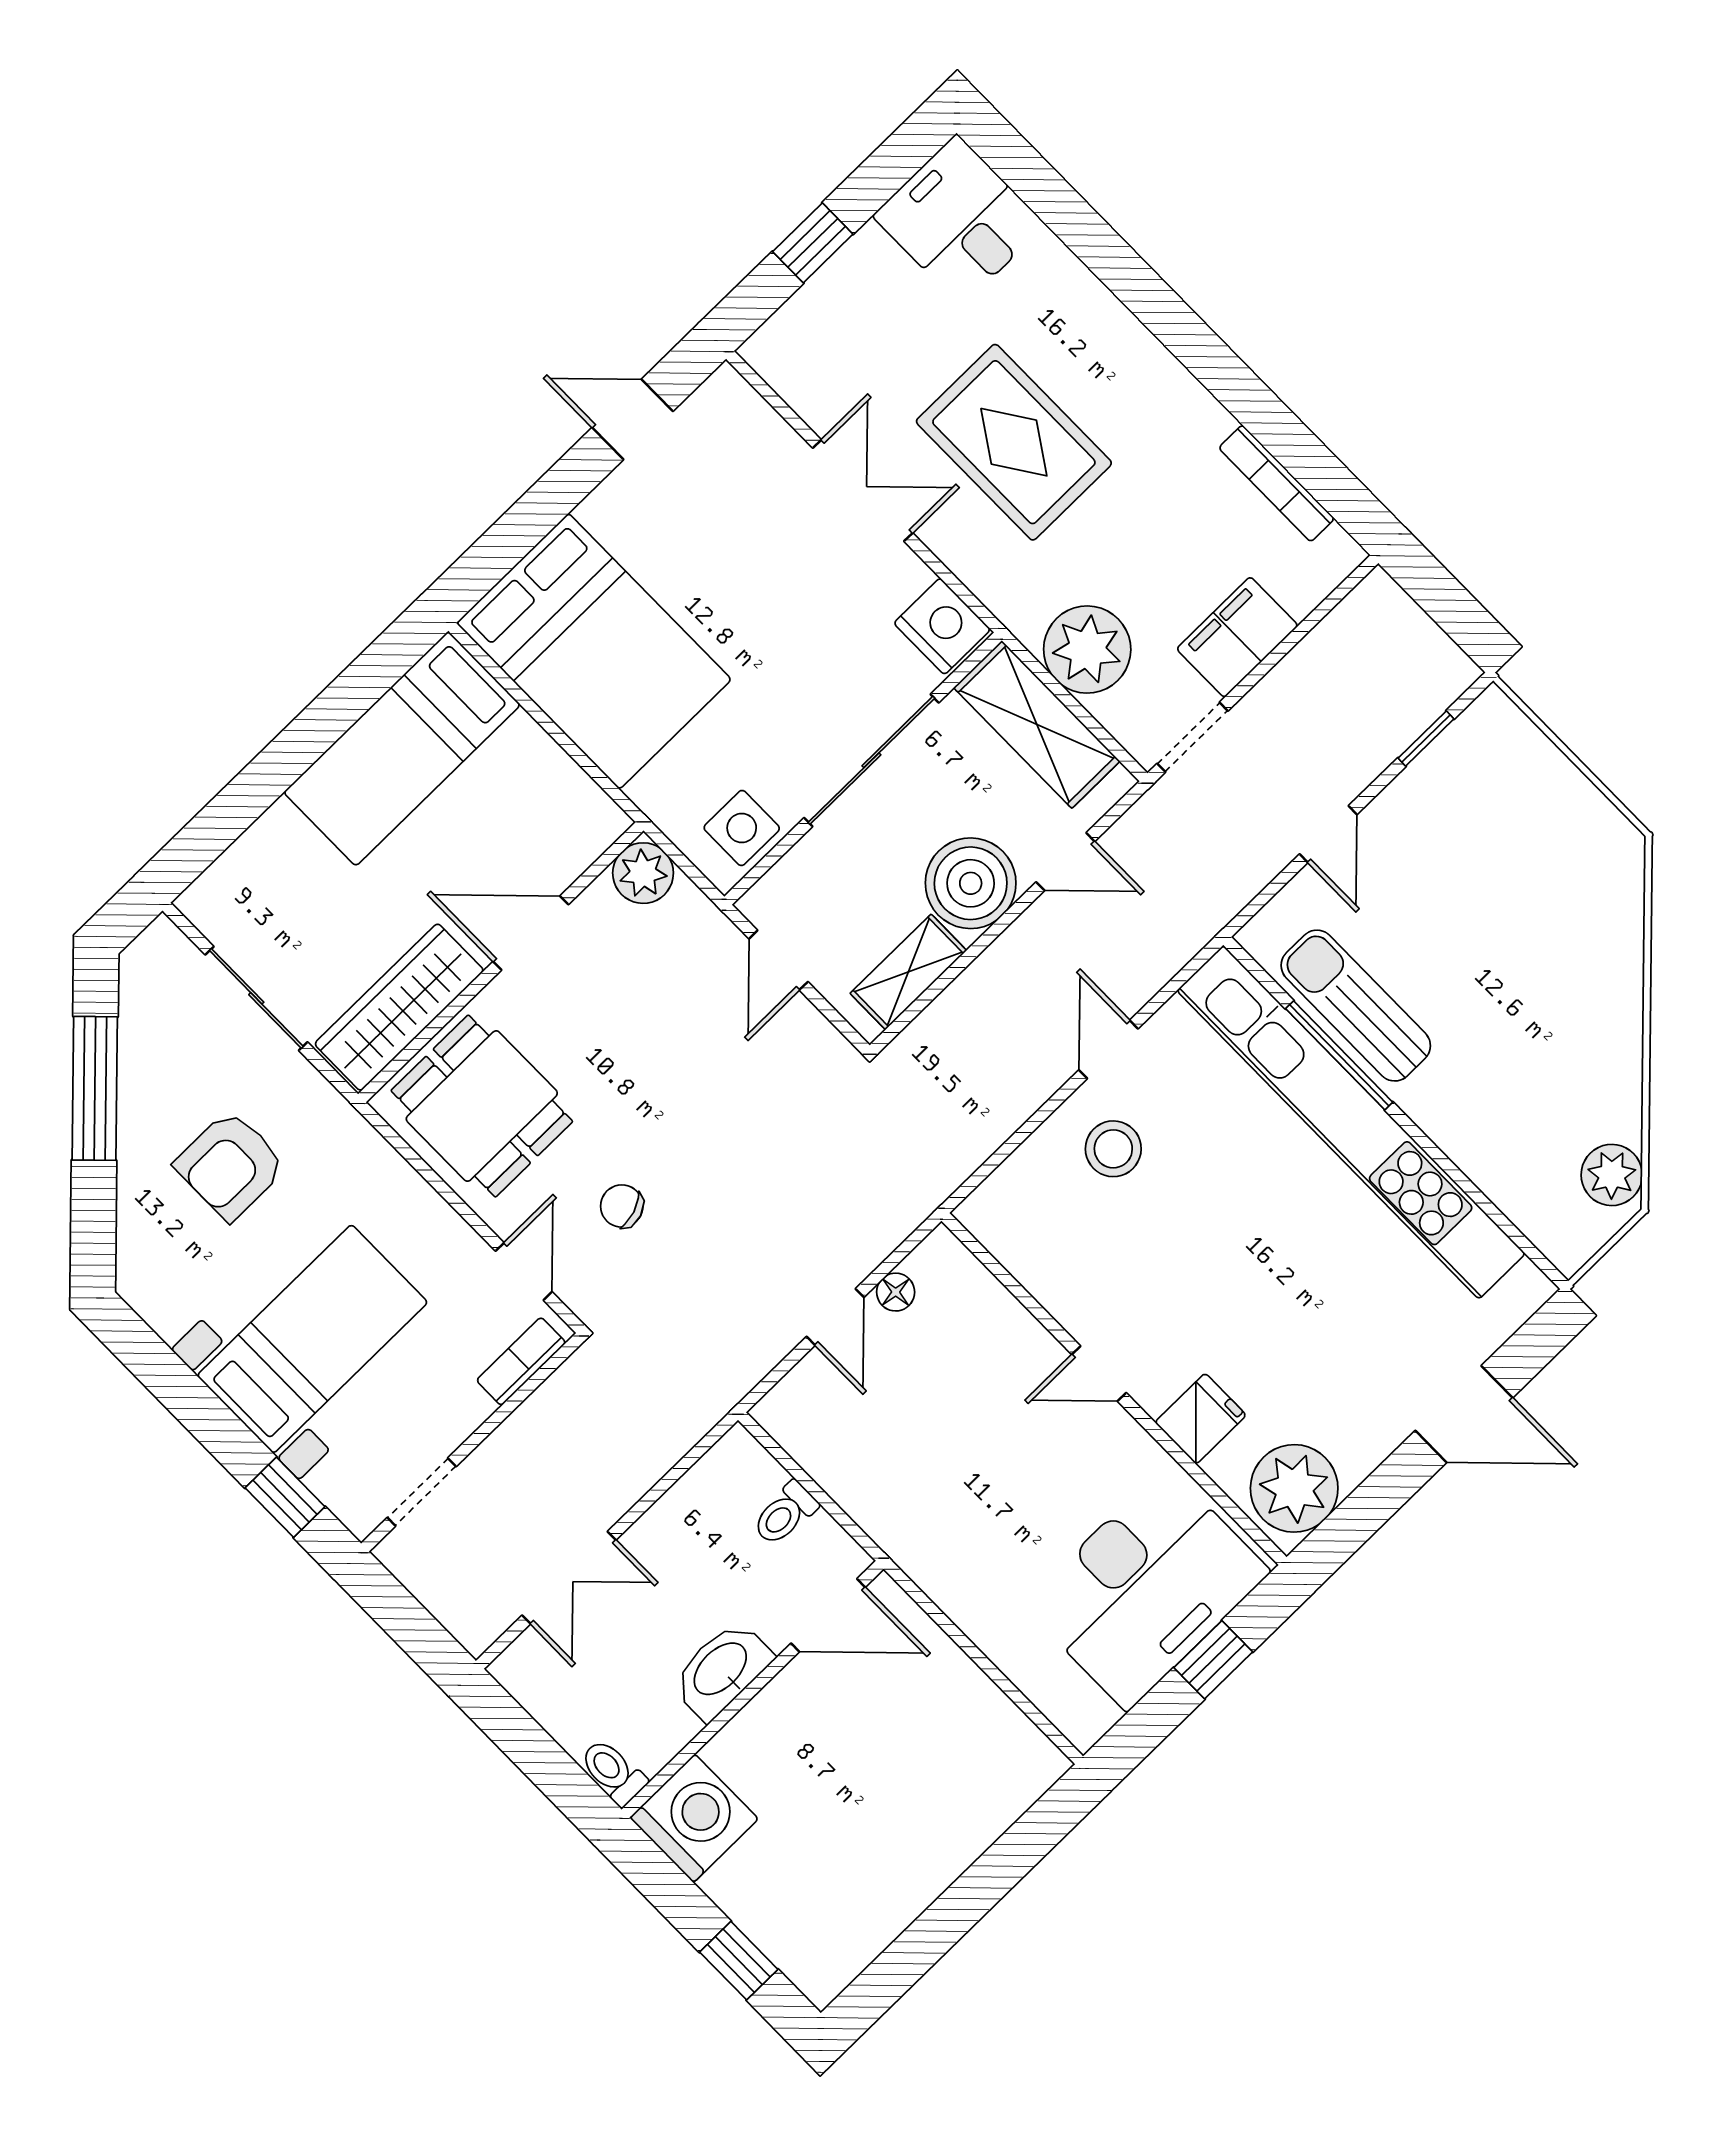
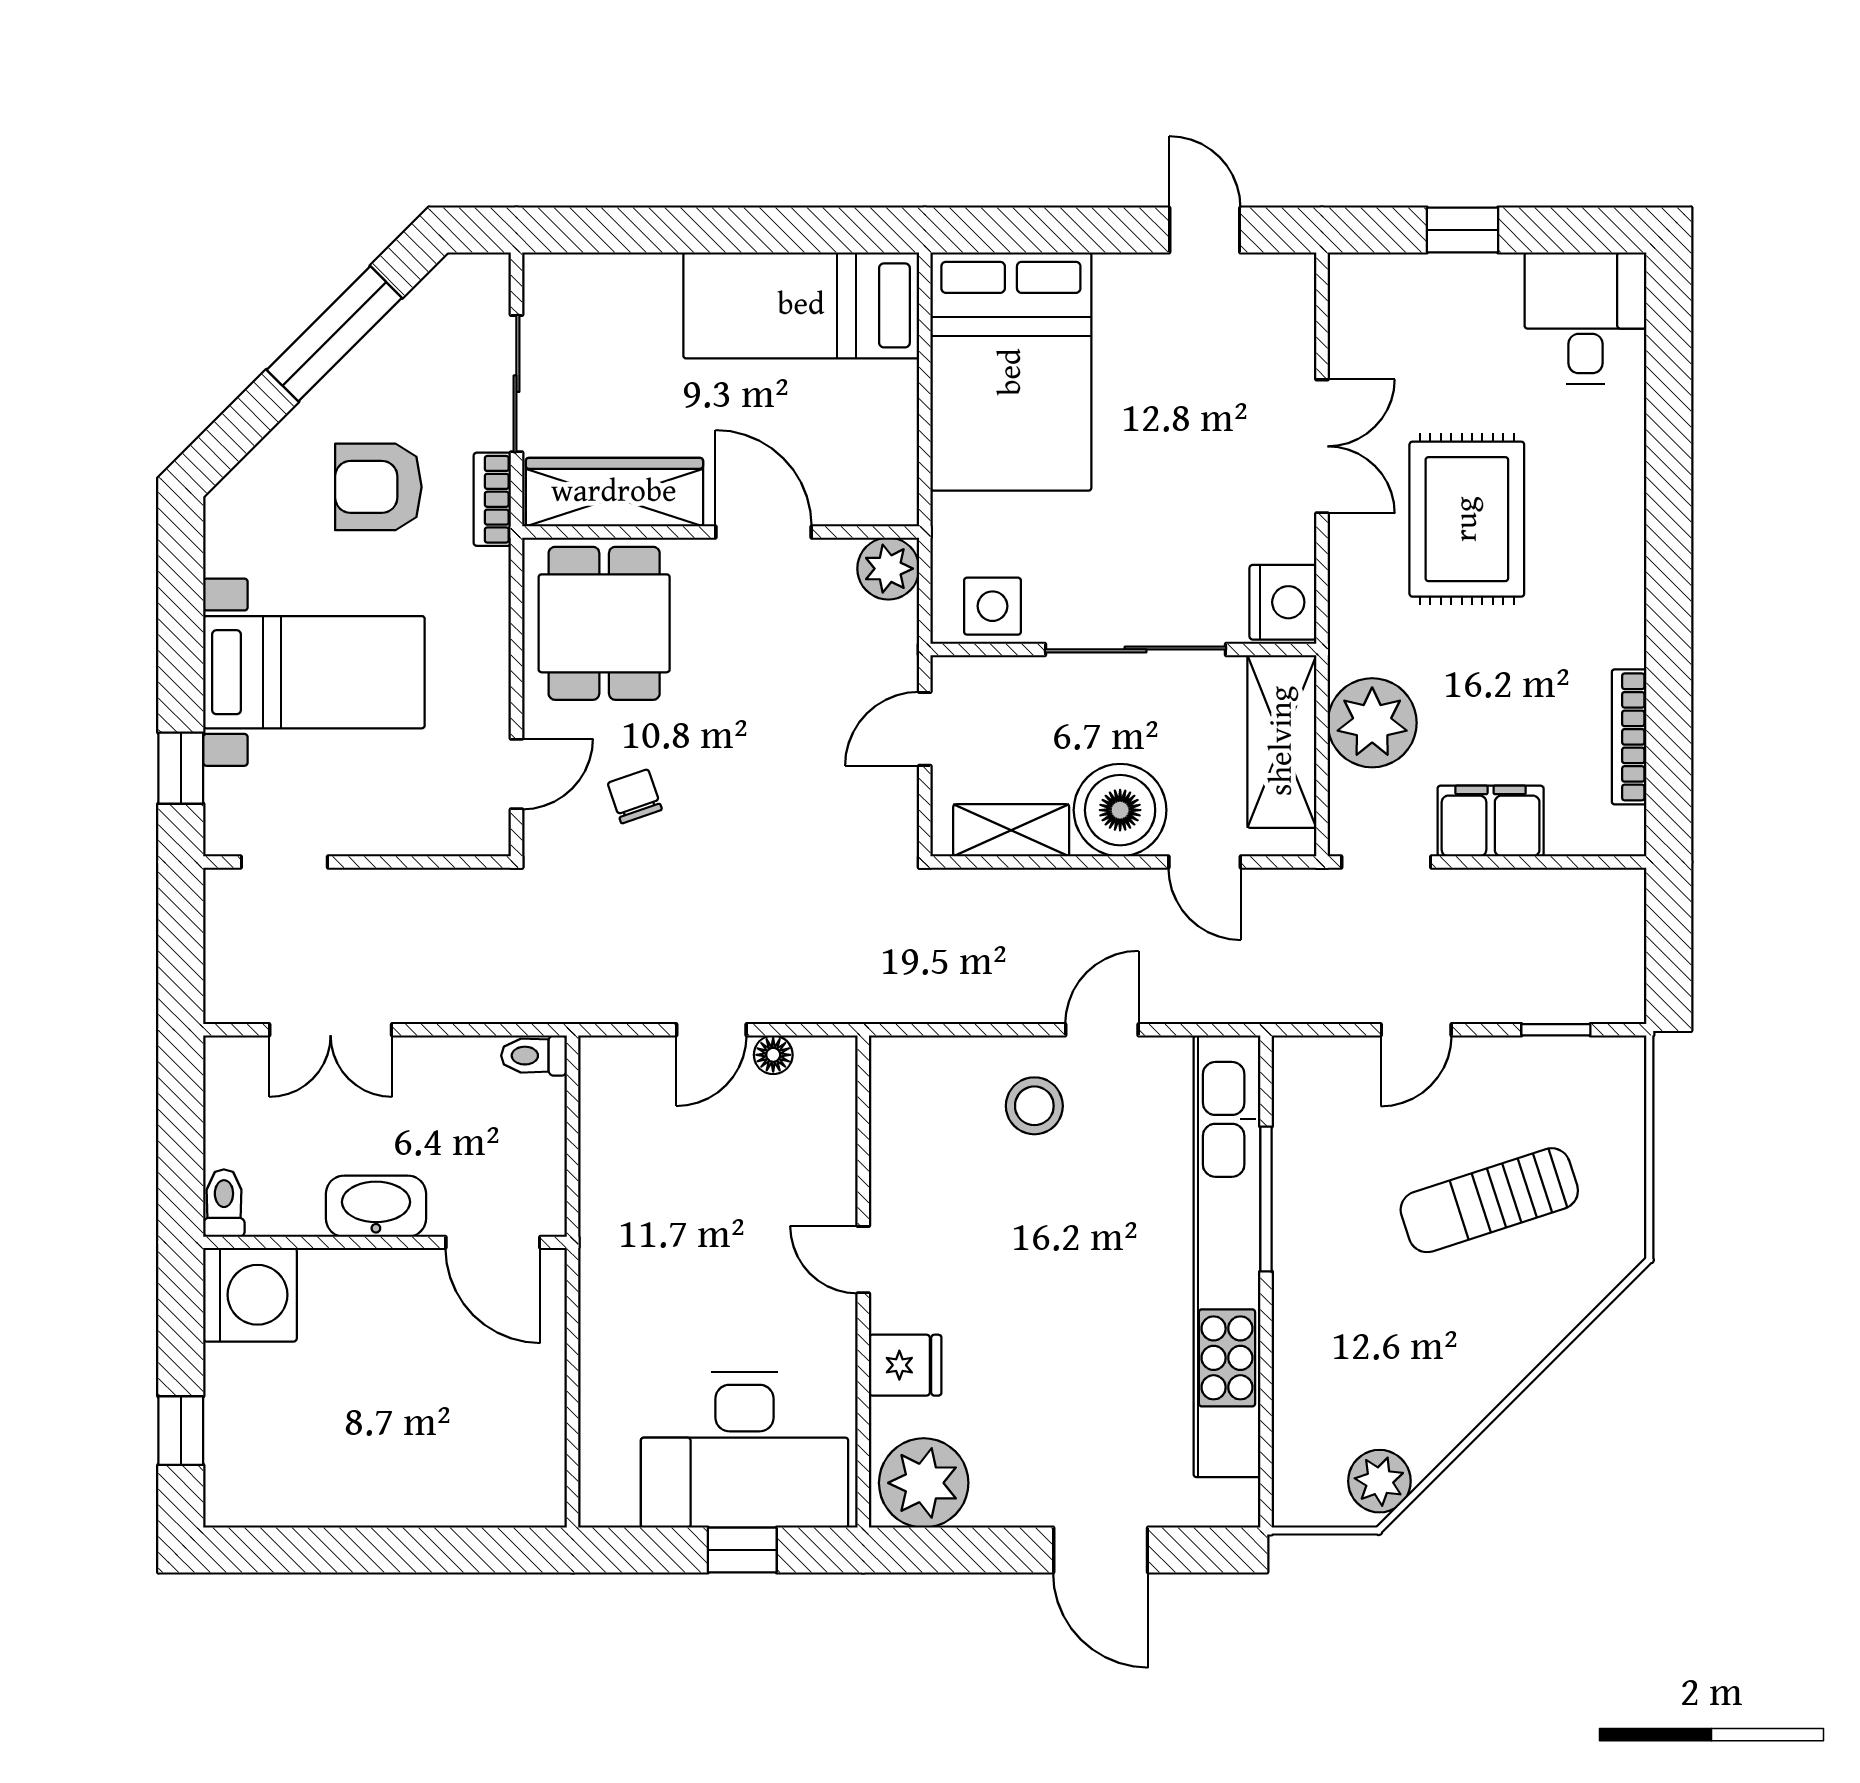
sun lounger: (1356, 1006) -> (1489, 1200), moved, turned -108
bookcase: (521, 1361) -> (492, 499), moved, turned -90
toilet: (785, 1514) -> (534, 1056), moved

